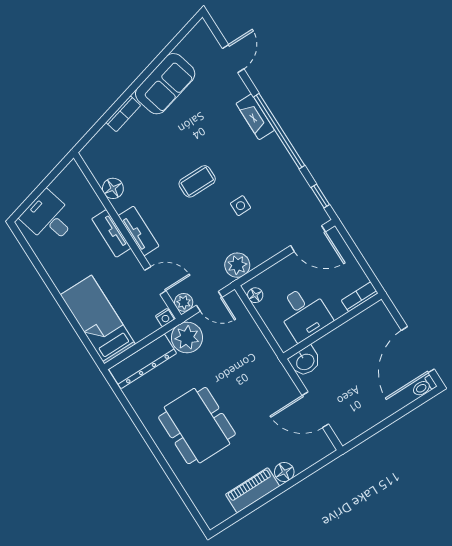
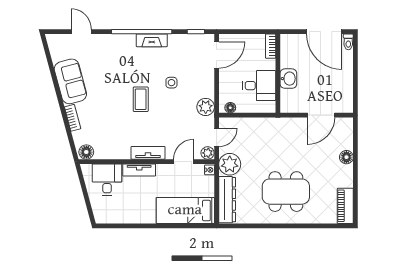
fireplace: (255, 117) -> (152, 40), moved
floor lamp: (113, 188) -> (86, 152), moved
desk: (49, 218) -> (107, 180), moved, turned 105
washbasin: (305, 361) -> (288, 79), moved
piano: (253, 490) -> (345, 206), moved

